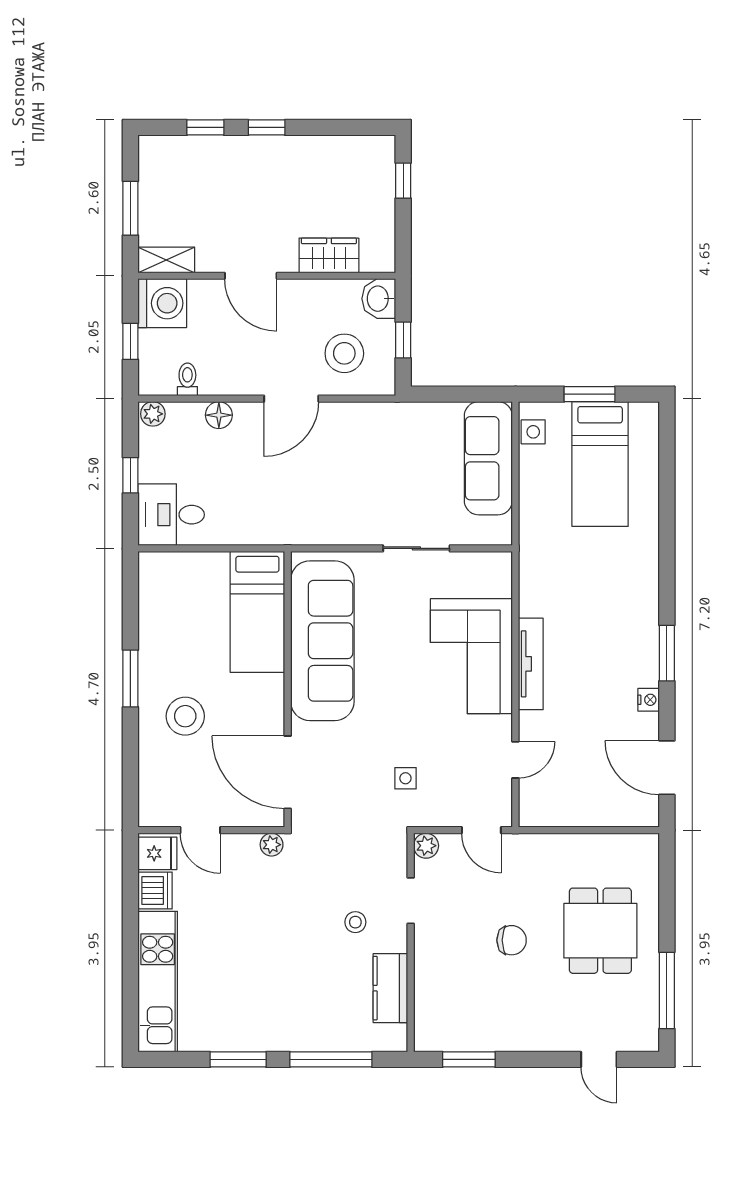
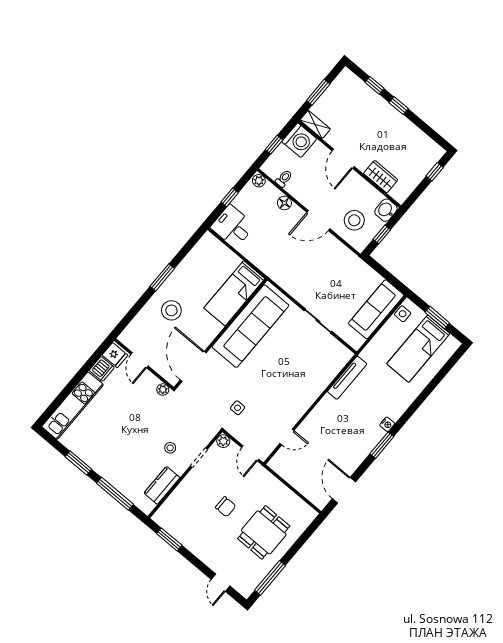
corner sofa: (471, 656) -> (304, 382), removed
tv unit: (531, 664) -> (347, 378), moved
nightstand: (649, 700) -> (387, 424), moved

